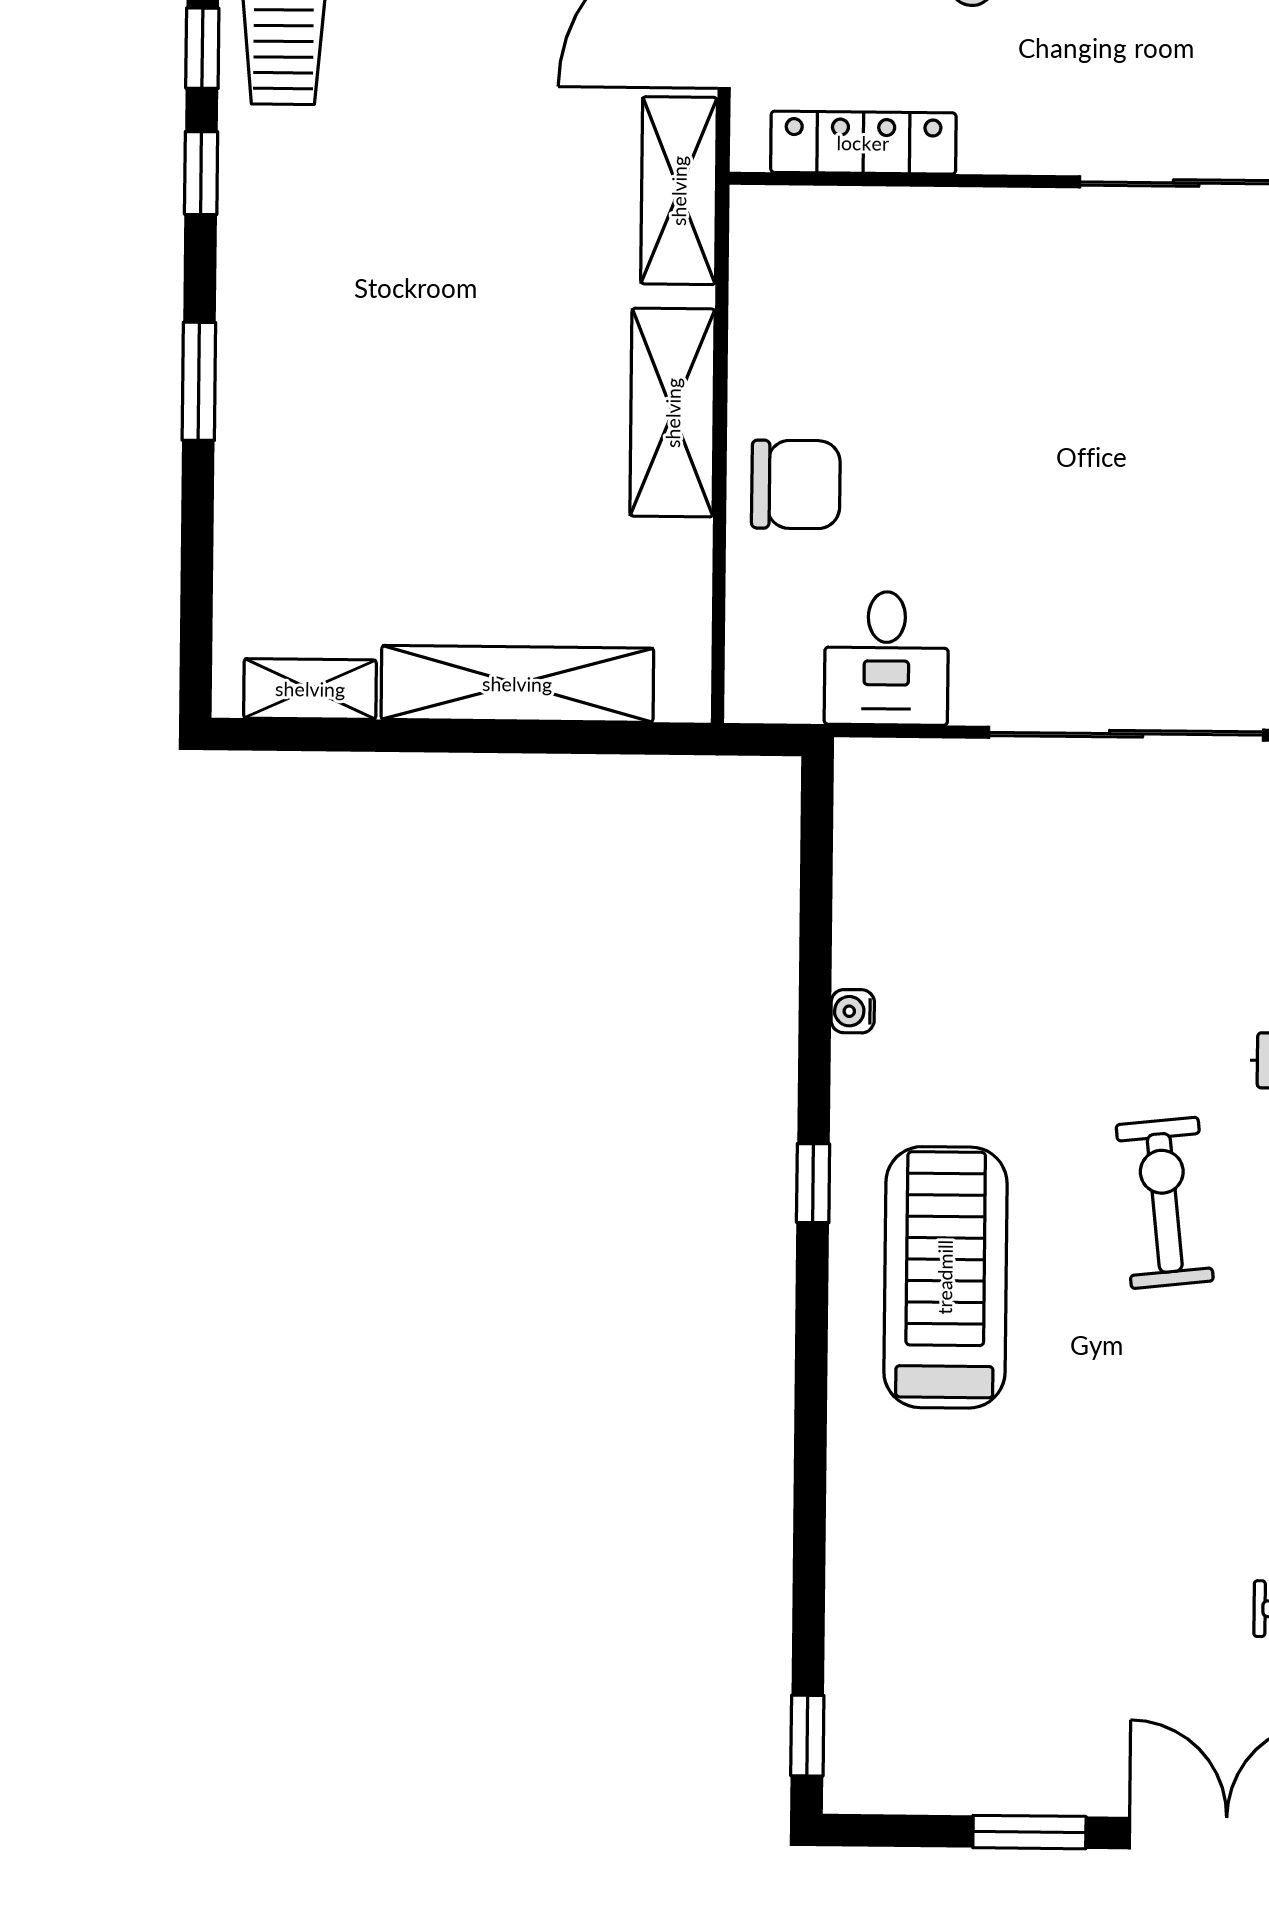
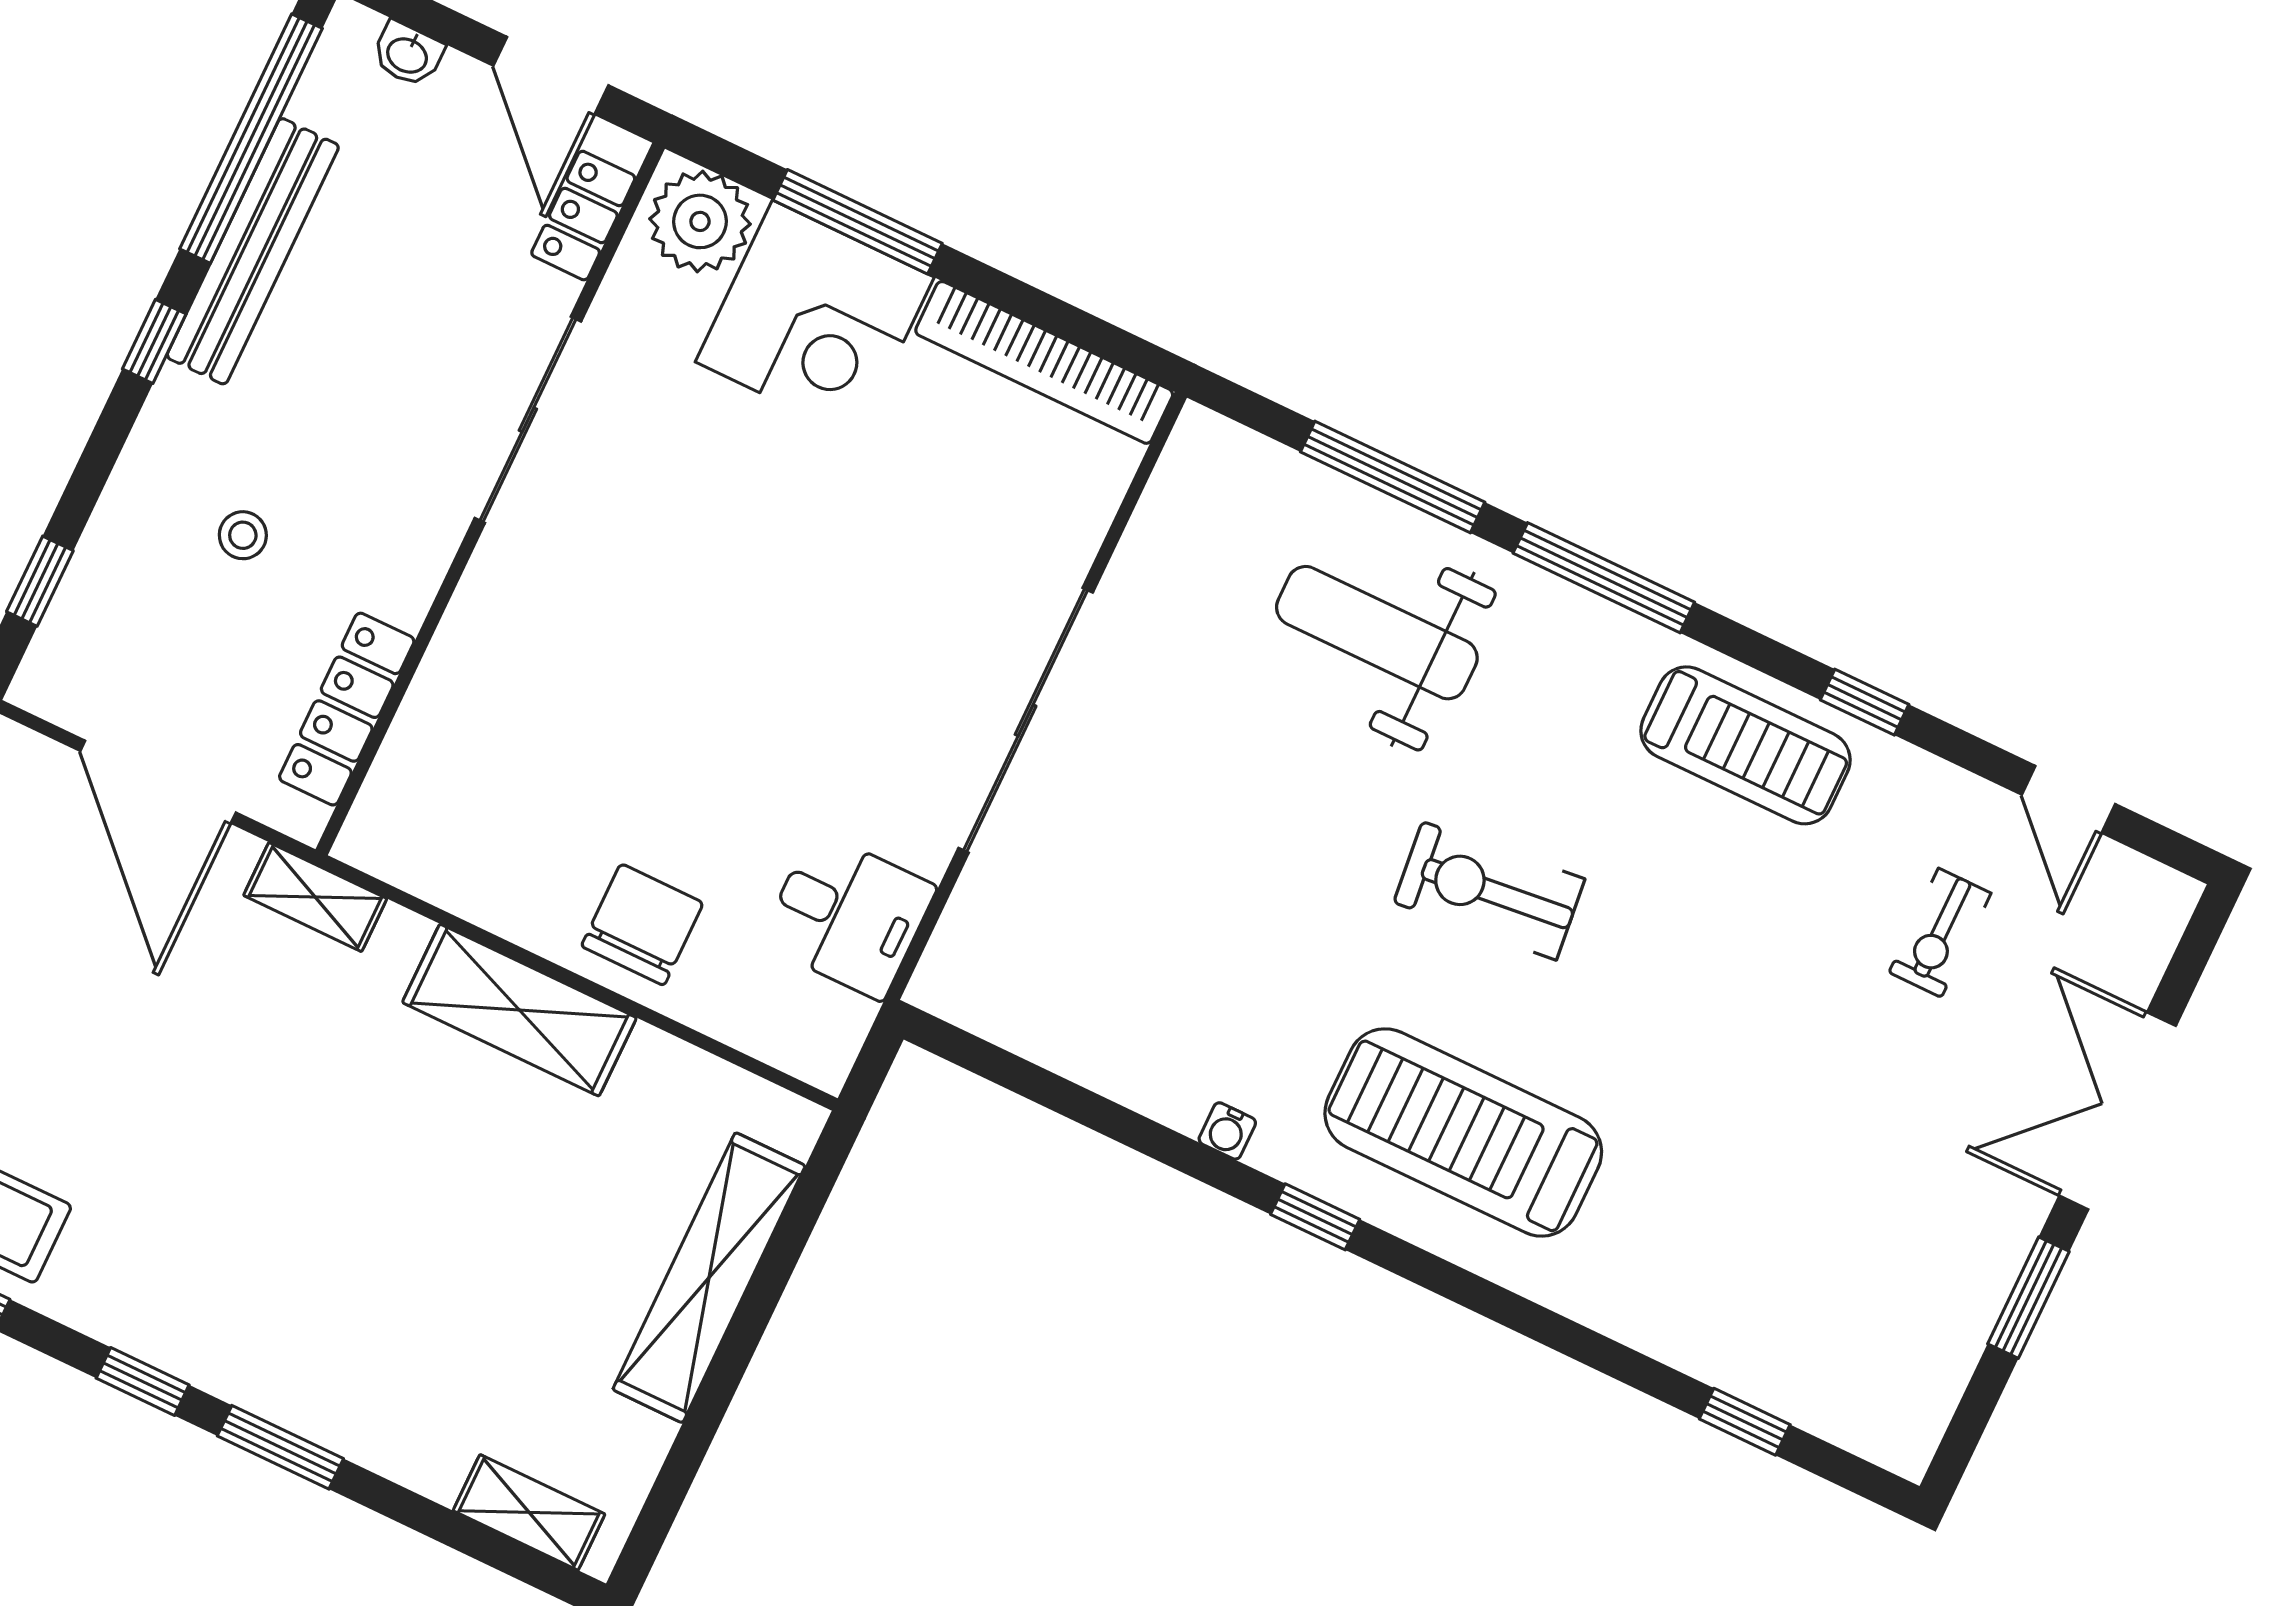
window: (201, 173) -> (143, 1382), moved
shelving: (679, 191) -> (315, 897), width x0.67, depth x0.75
shelving: (310, 689) -> (529, 1512), moved, turned 90
water cooler: (853, 1011) -> (1227, 1131), moved
window: (807, 1736) -> (1745, 1422), moved

